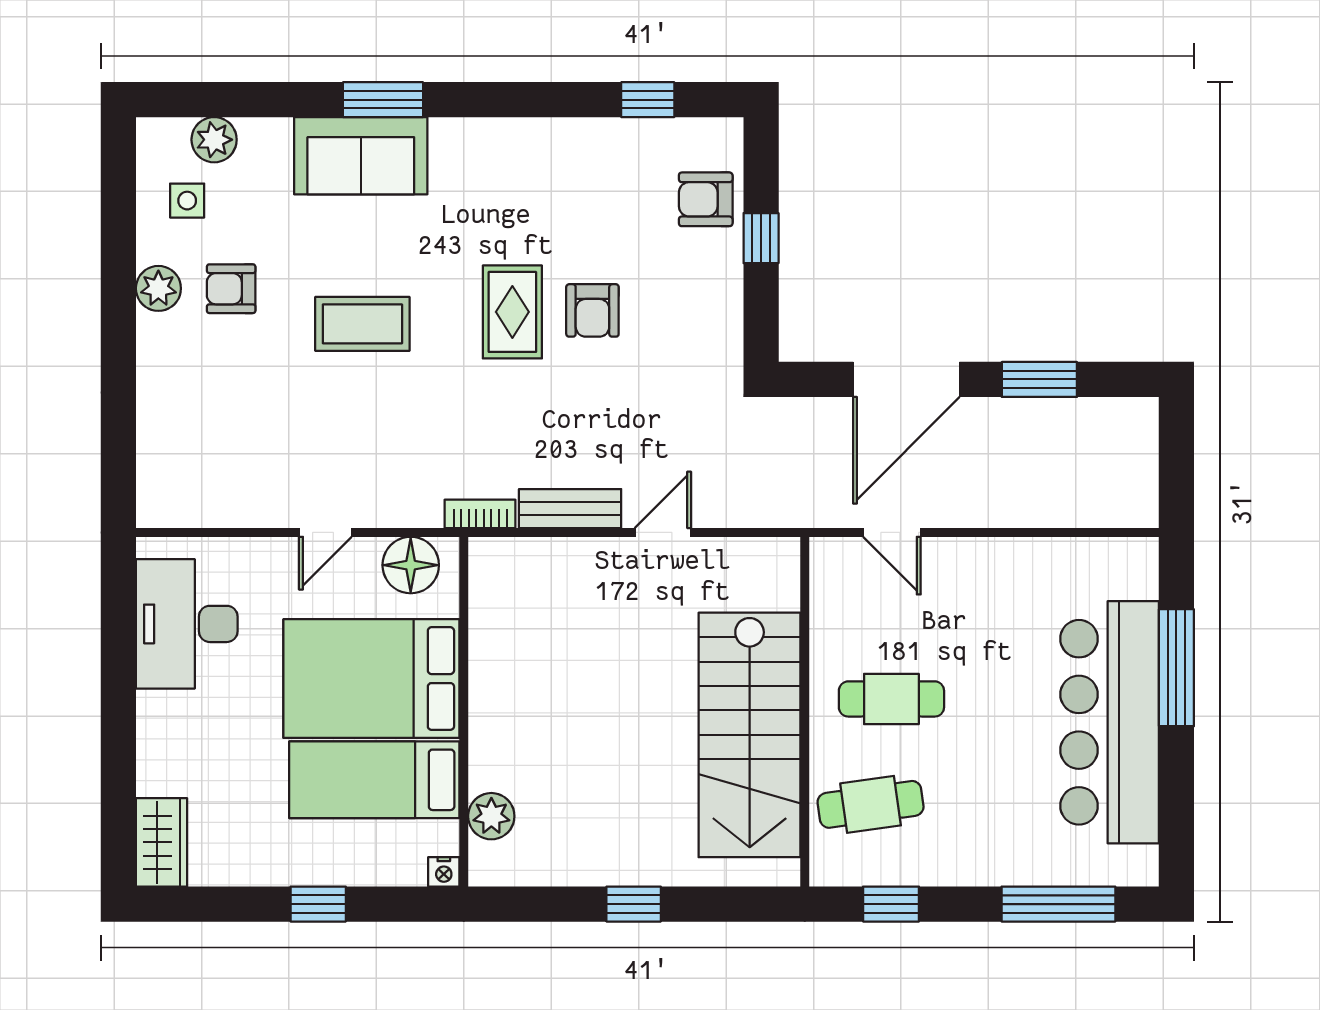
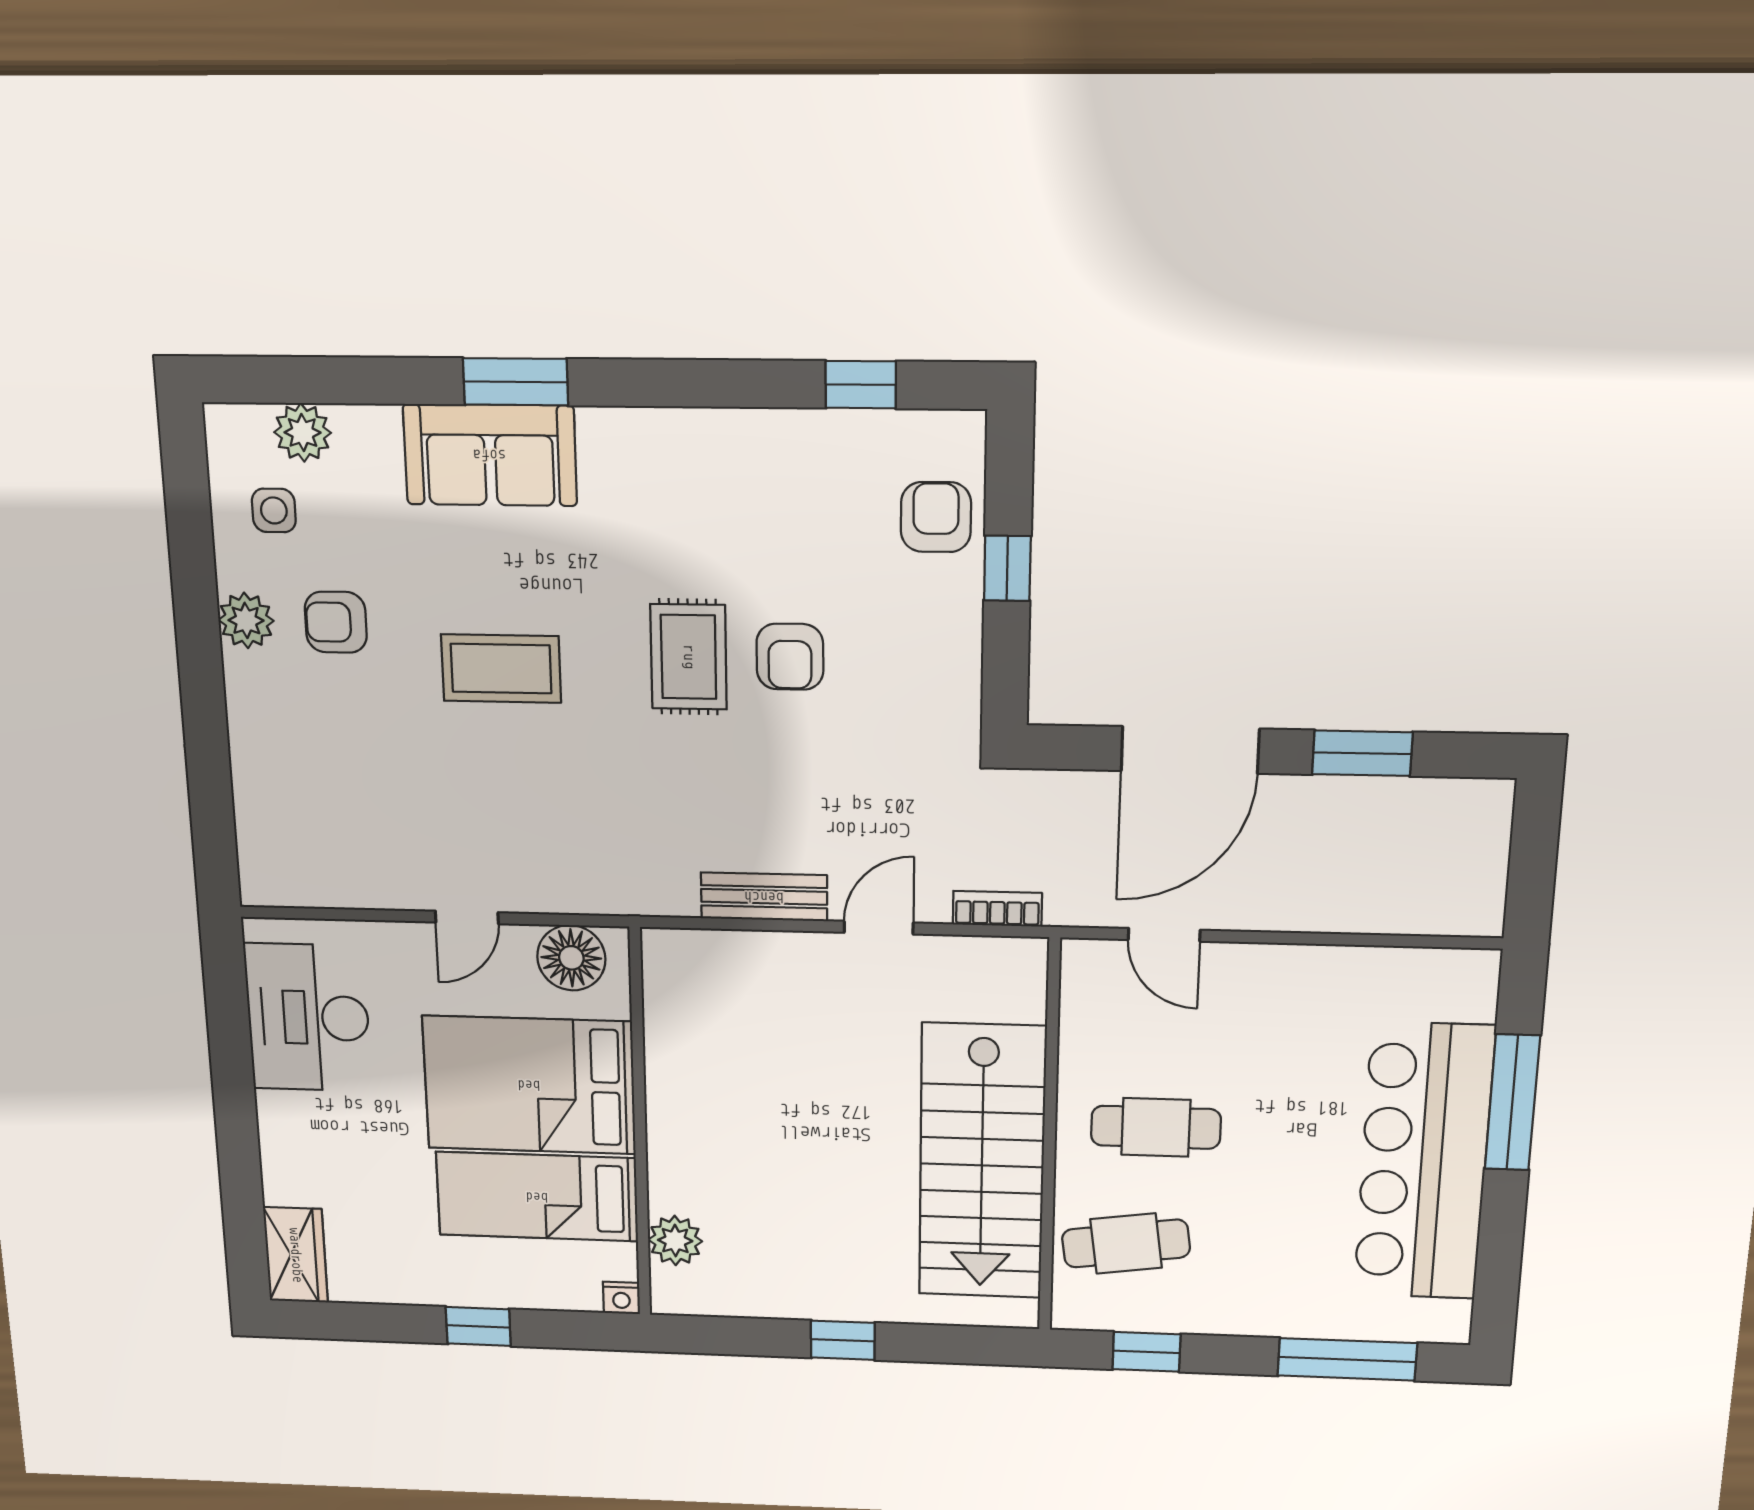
armchair: (706, 199) -> (936, 517), turned 90
bookcase: (480, 514) -> (997, 909), moved

